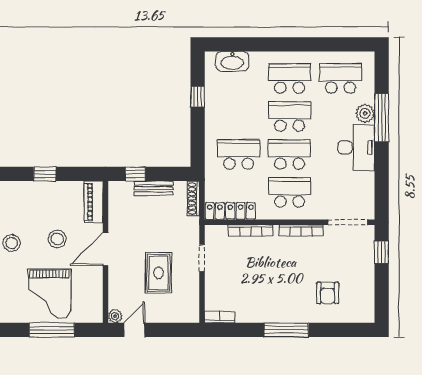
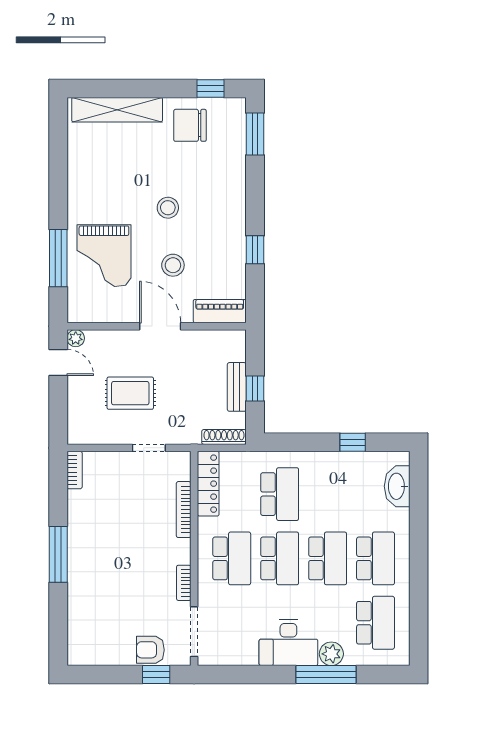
window: (135, 174) -> (255, 389), moved
bookcase: (301, 230) -> (184, 583), width x0.64
armchair: (328, 293) -> (150, 650), moved
grand piano: (50, 294) -> (104, 256), turned -90

